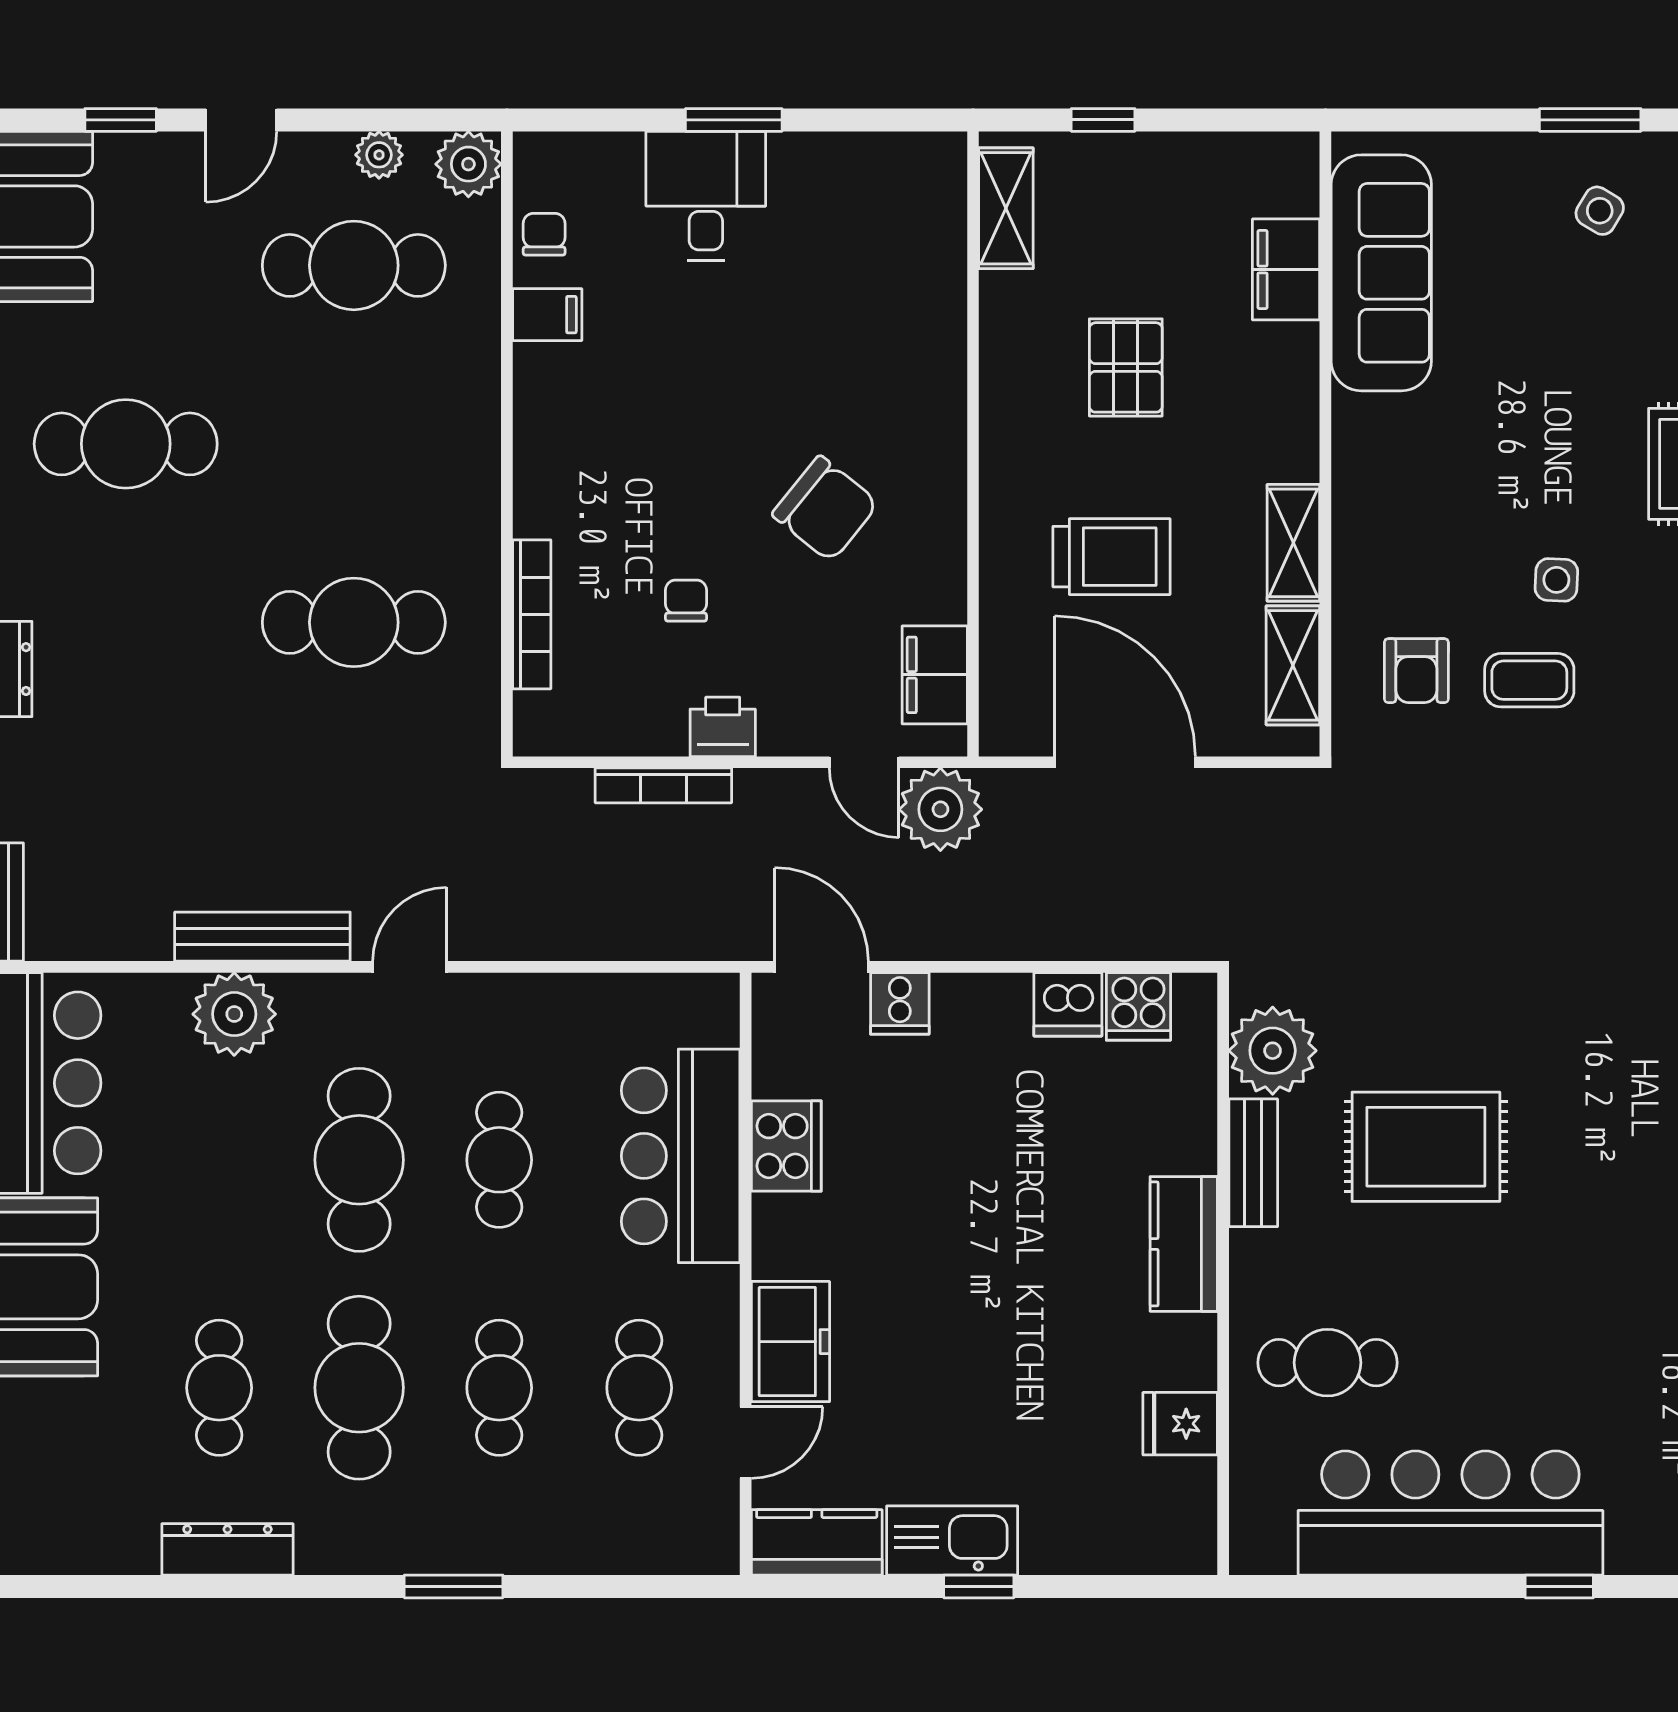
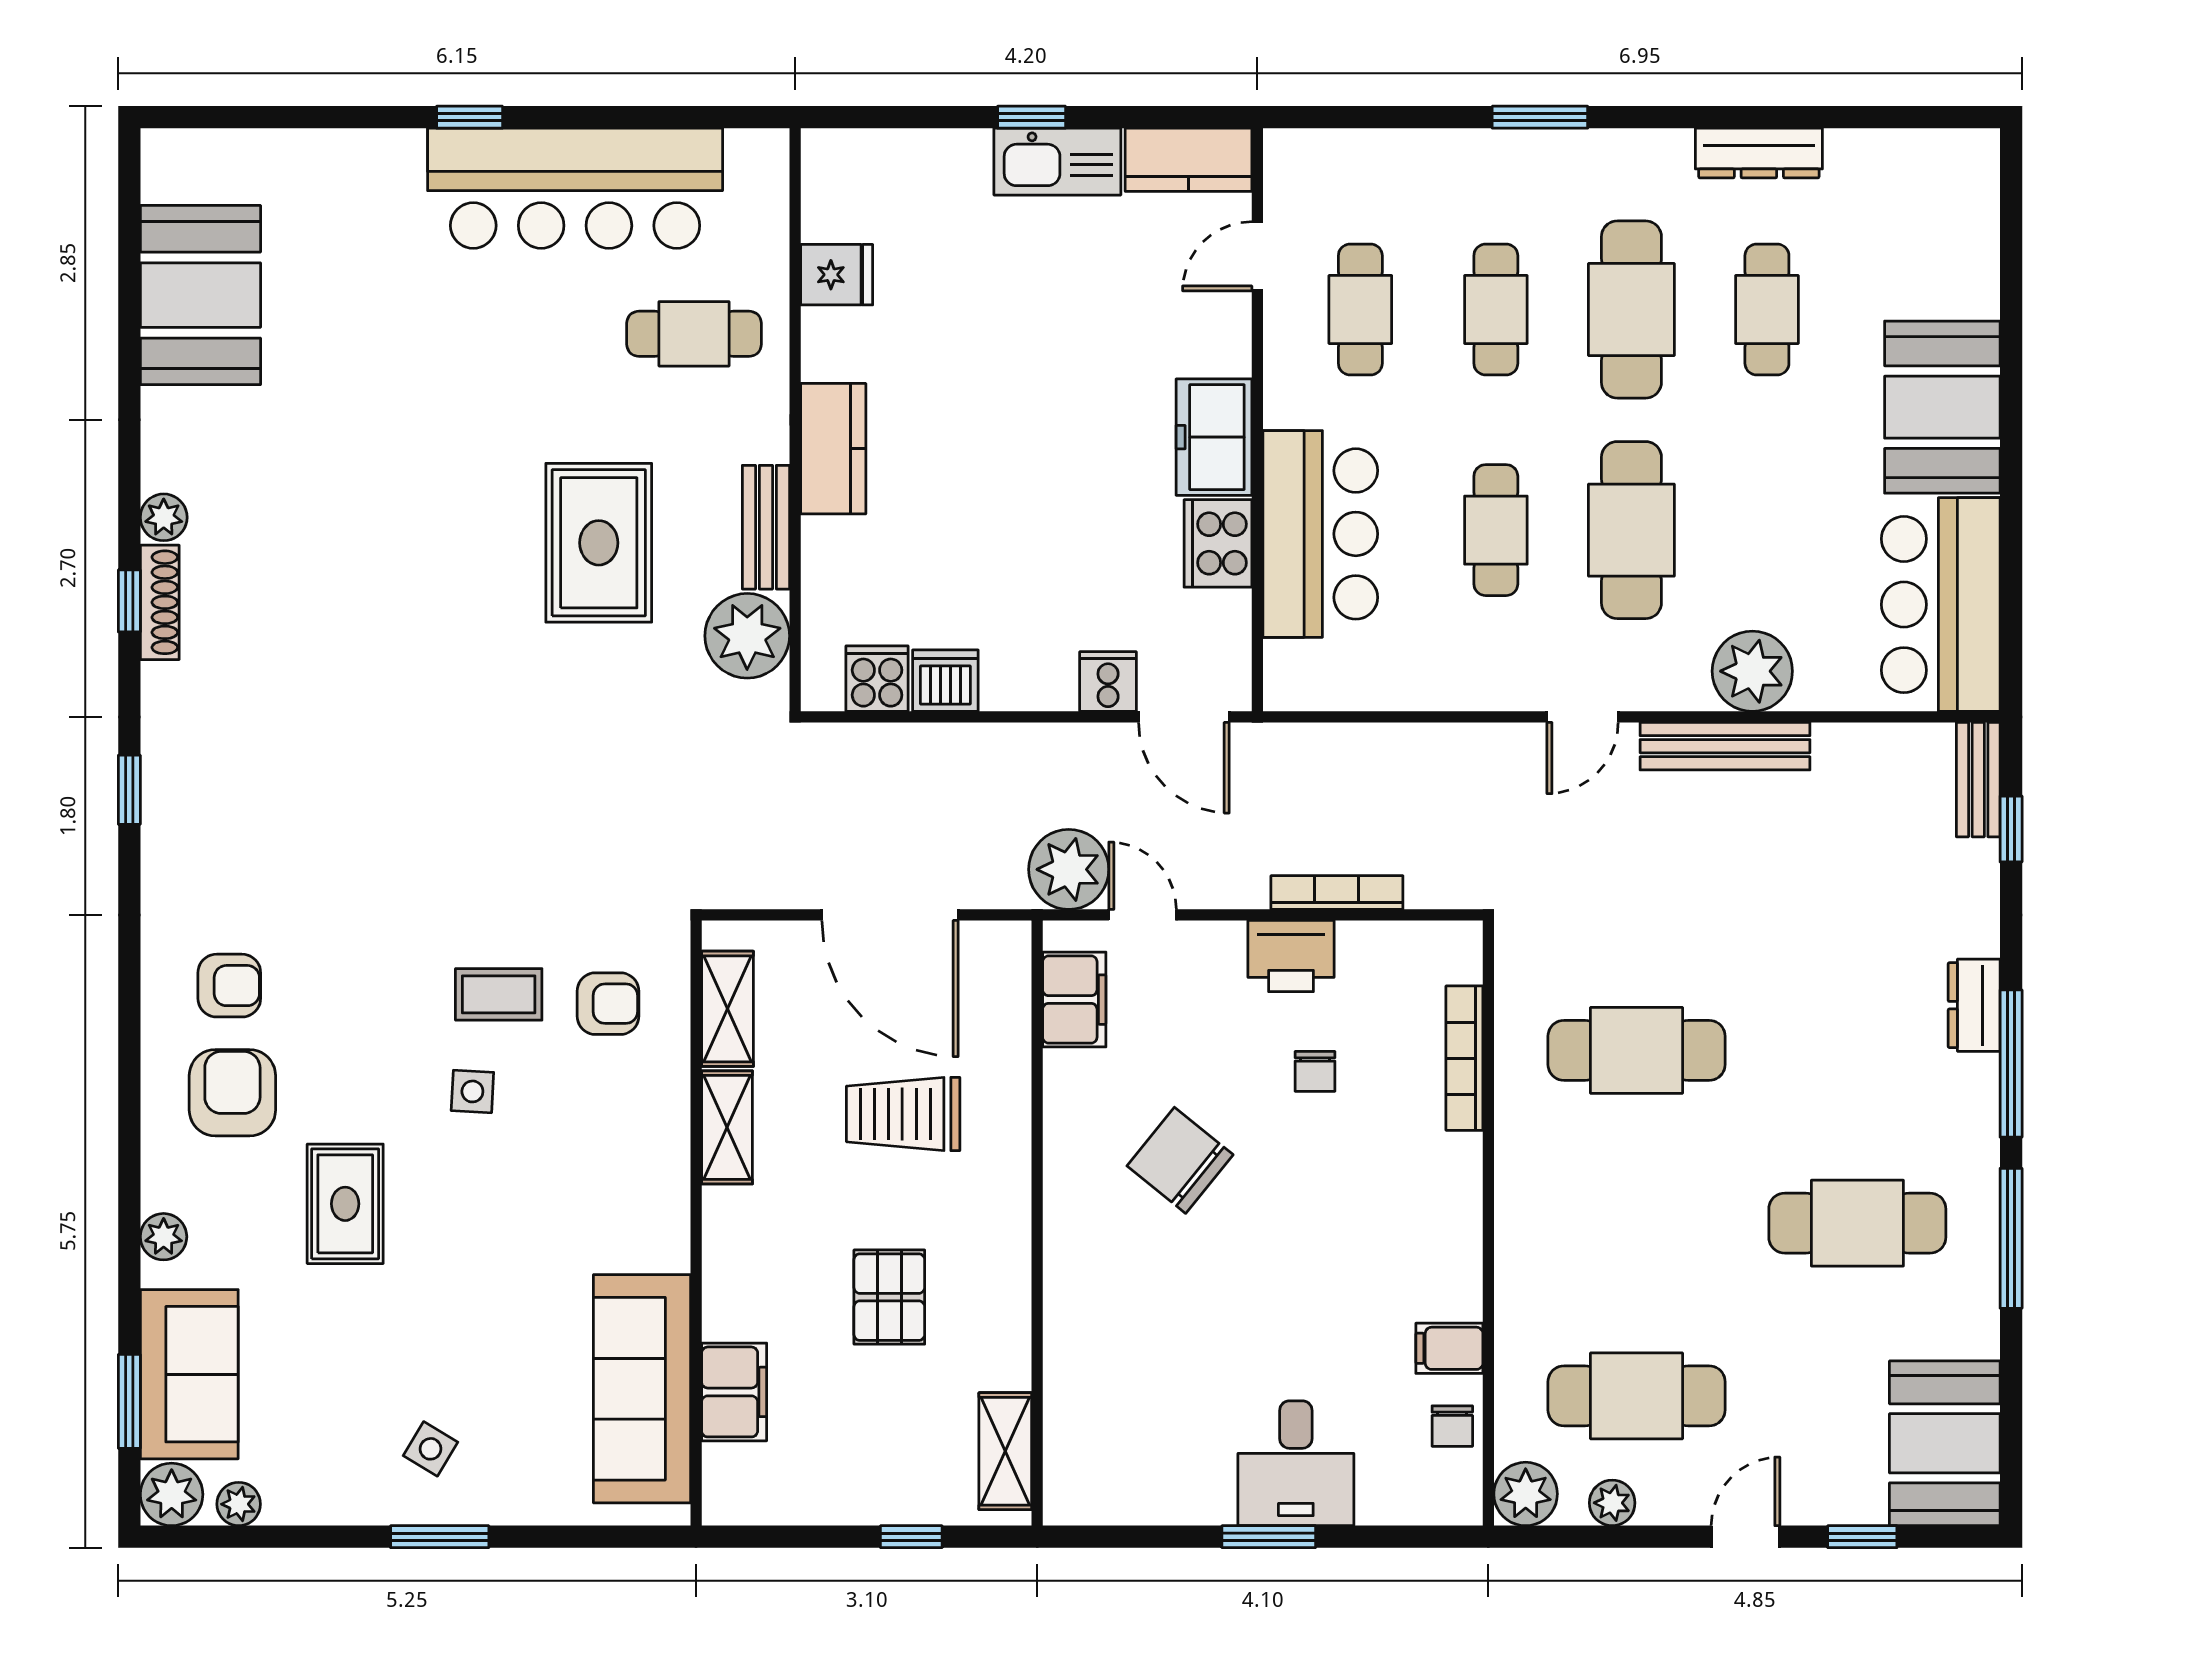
armchair: (1416, 671) -> (608, 1004), turned 90
printer: (723, 727) -> (1291, 956), width x1.36, depth x1.24
rug: (1426, 1147) -> (599, 543), turned 90
freezer: (790, 1342) -> (1214, 437), moved

